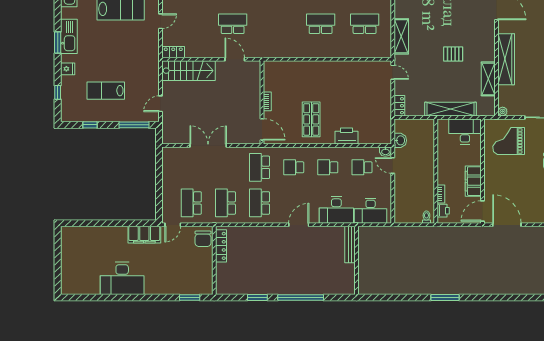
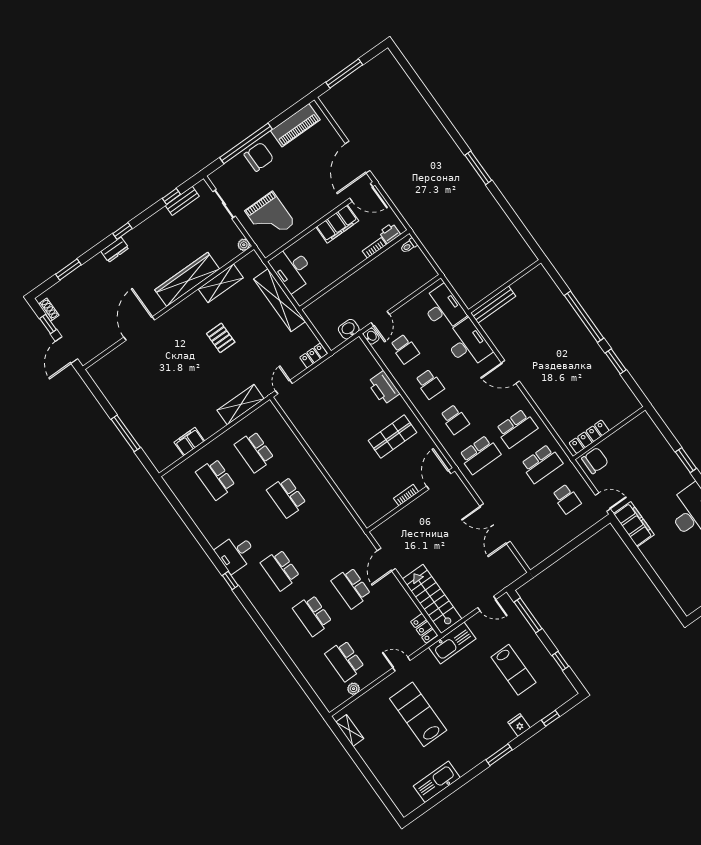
kitchen sink: (69, 36) -> (452, 643), moved, turned 180
school desk: (191, 203) -> (567, 499), width x0.54
window: (190, 297) -> (686, 460), moved

